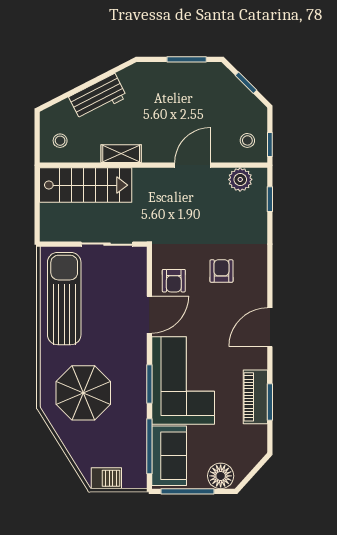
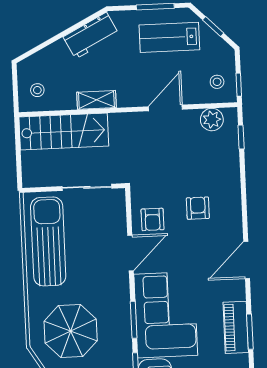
lab bench: (200, 92) -> (169, 37), added
workbench: (98, 97) -> (91, 36), moved

